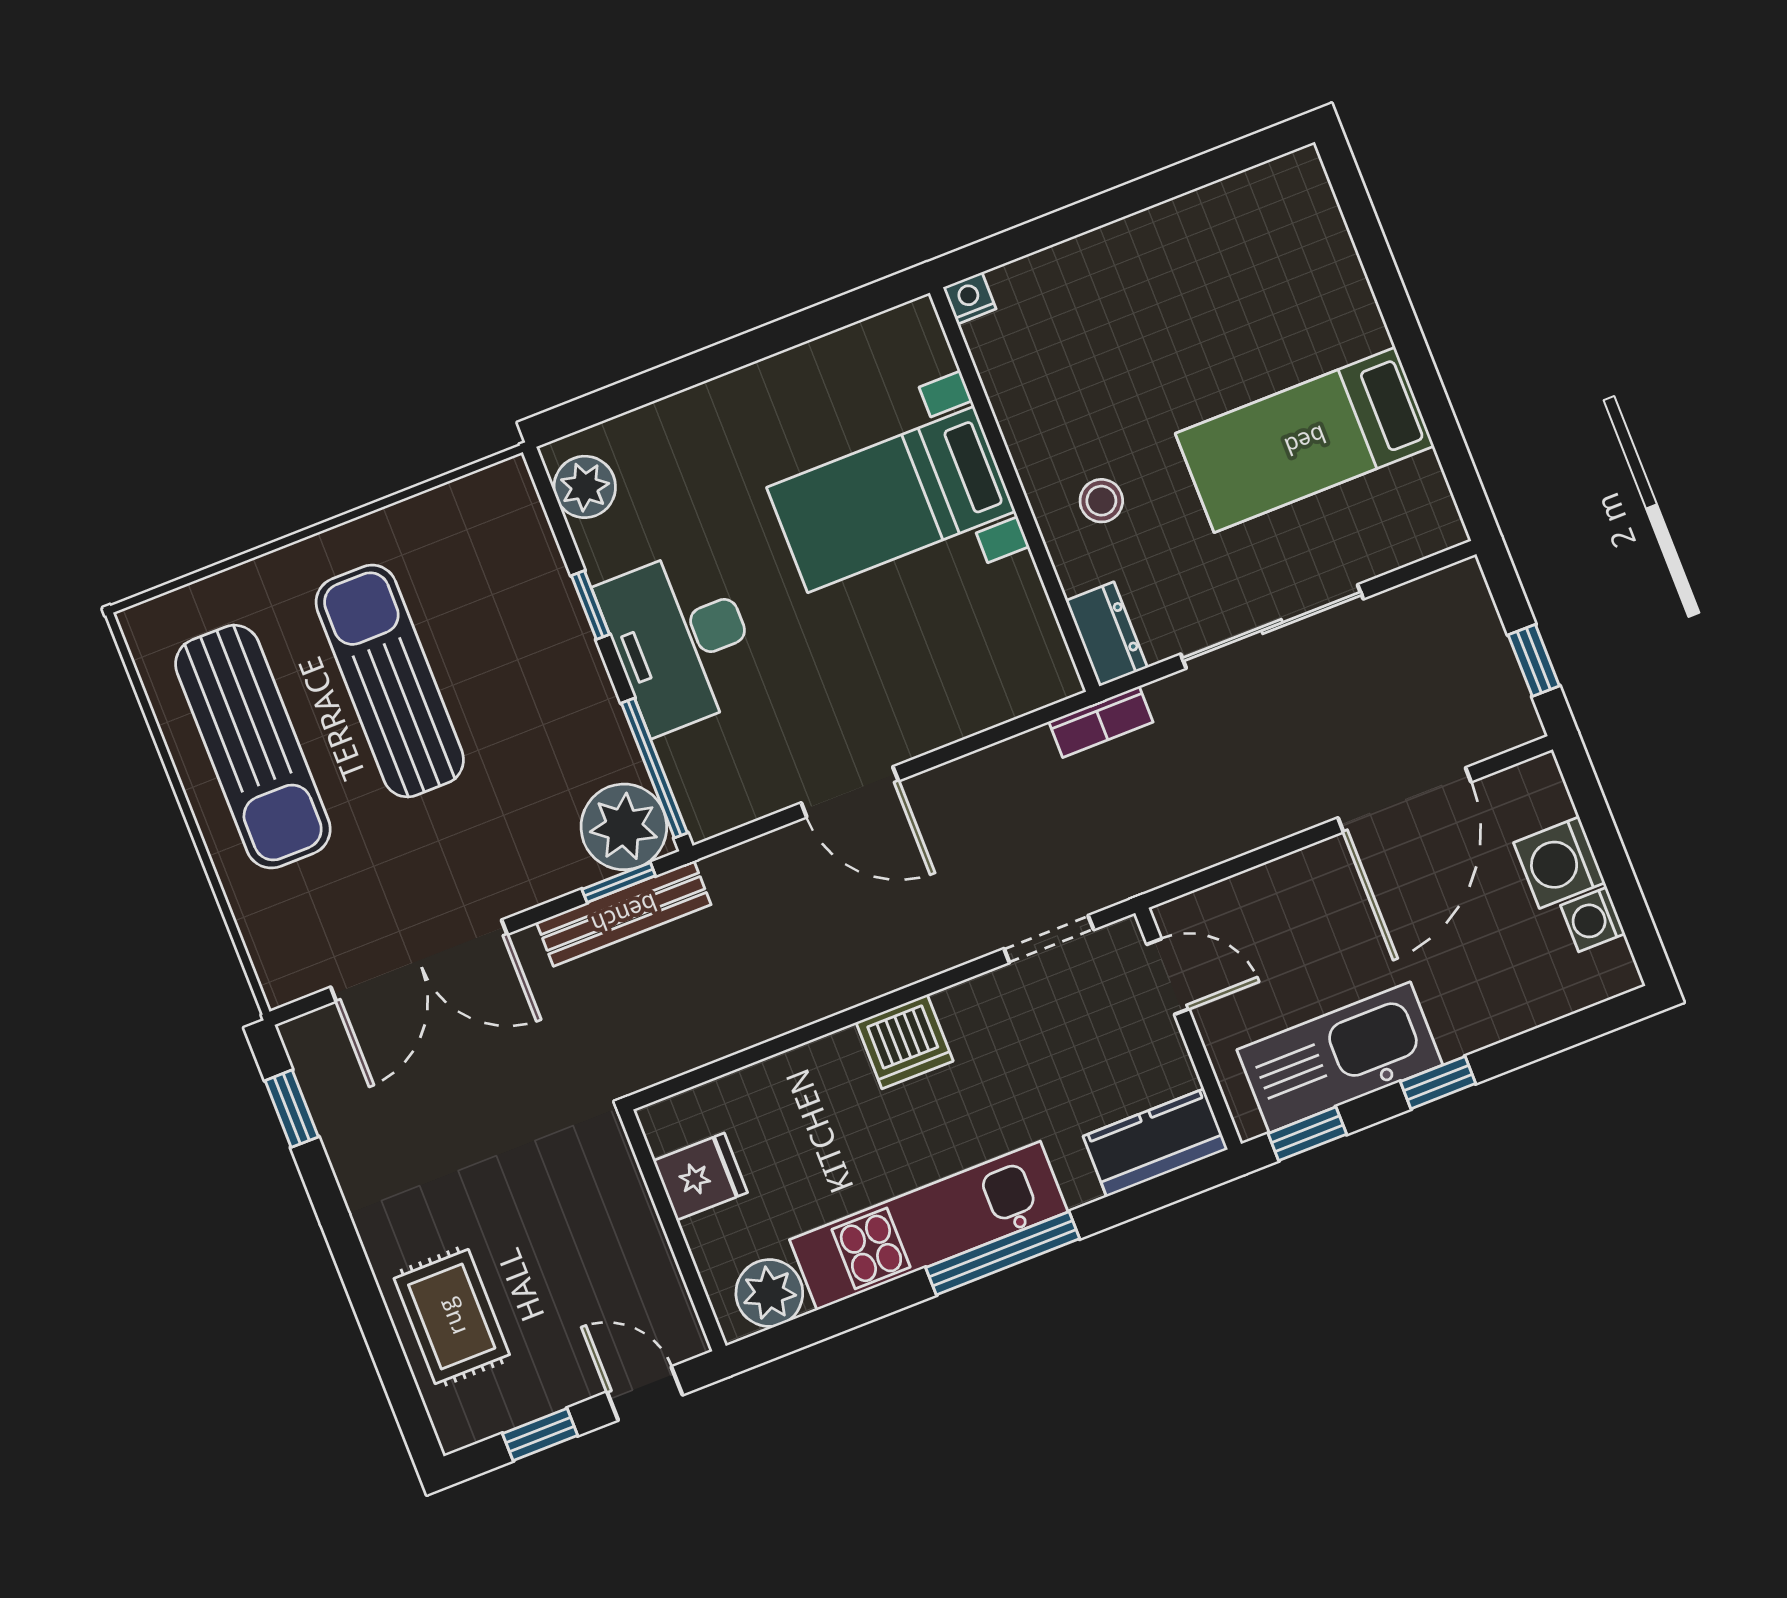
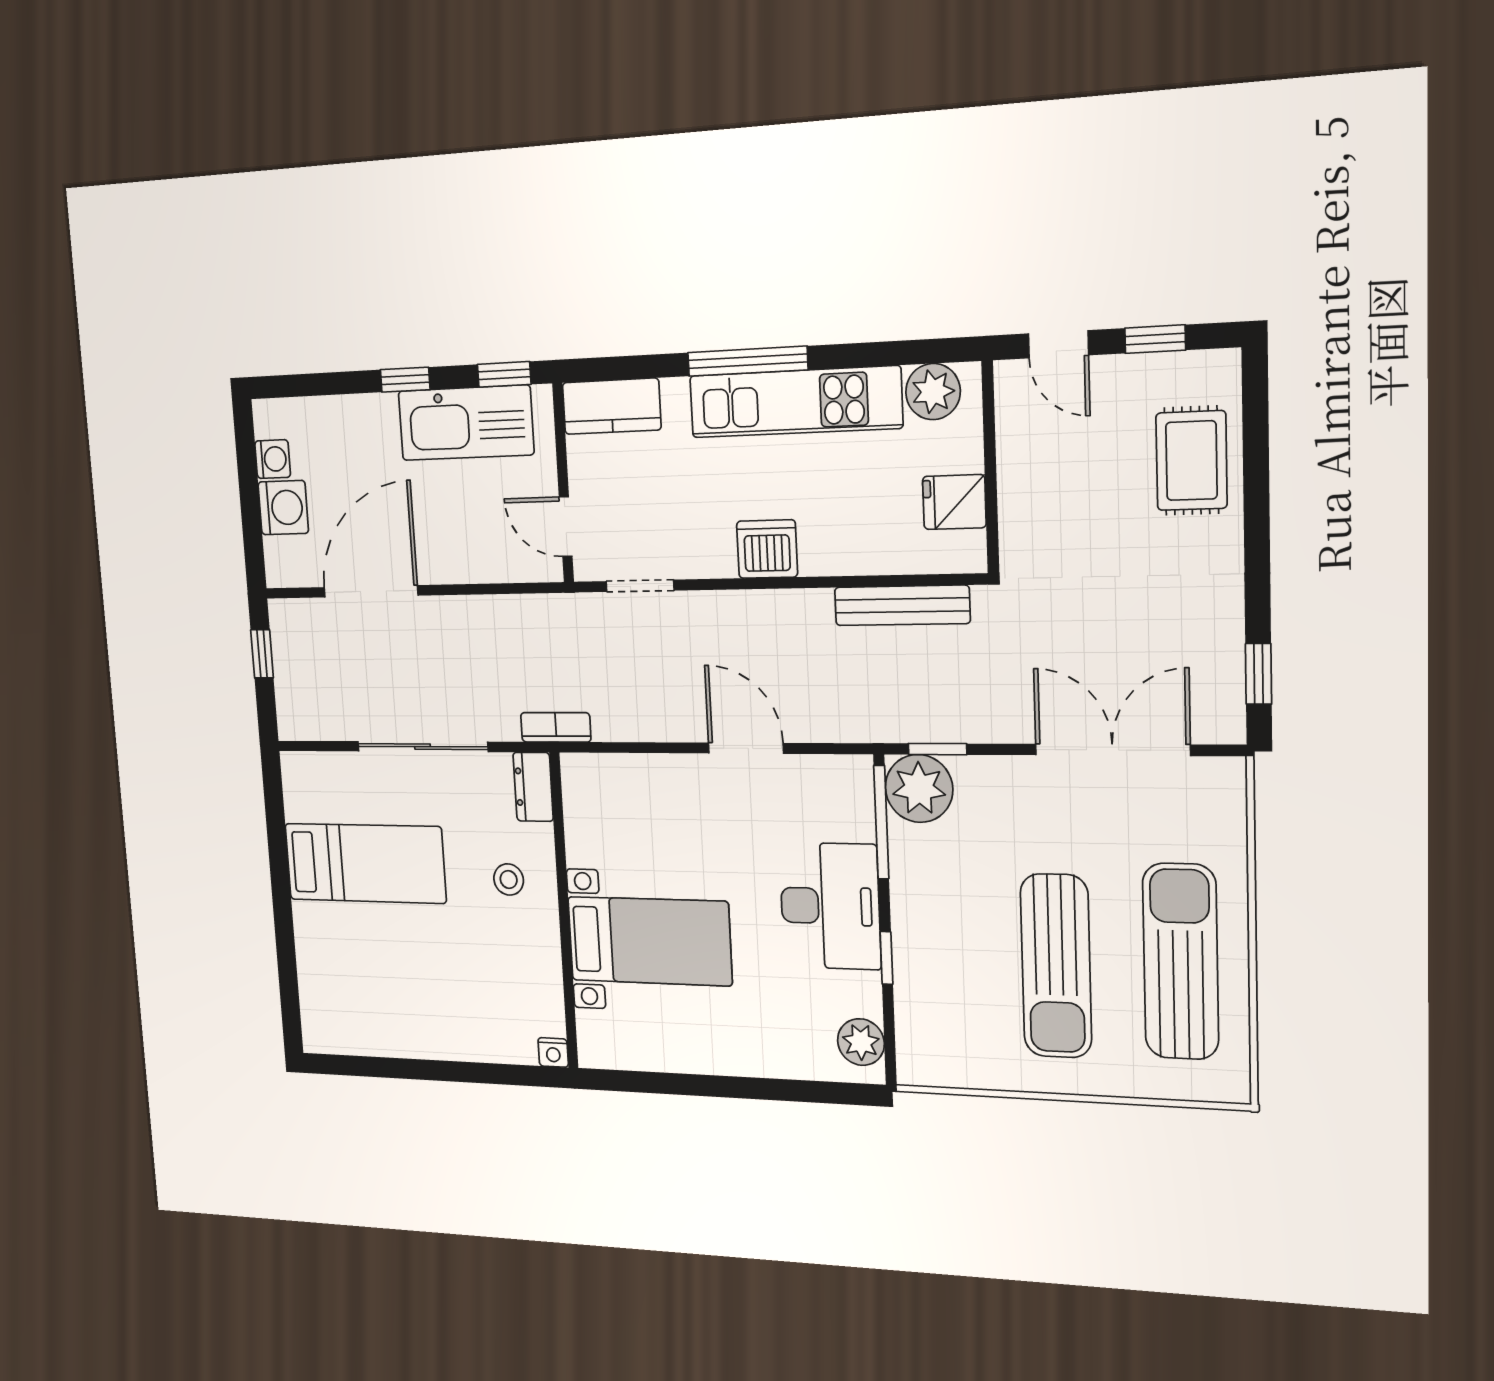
bench: (624, 913) -> (902, 605), moved

